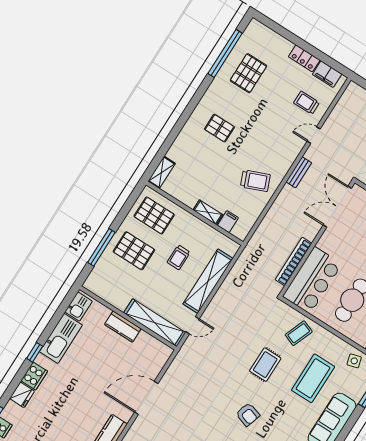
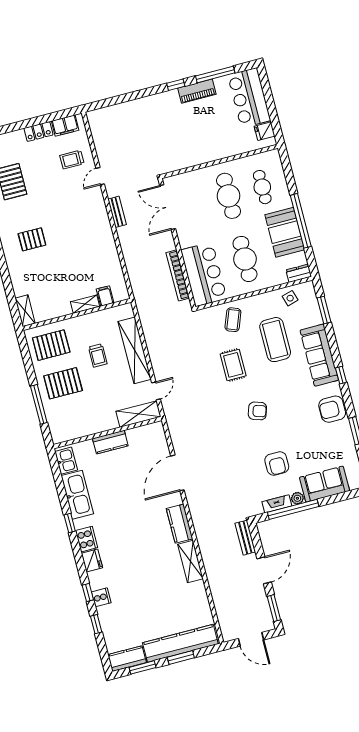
trolley: (255, 181) -> (94, 249), removed
shelving: (155, 323) -> (138, 414), width x0.68

